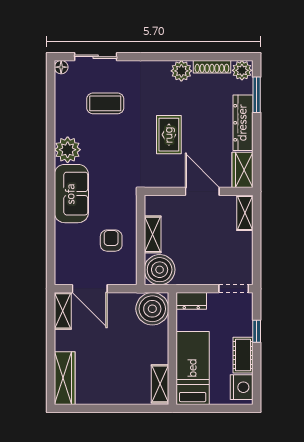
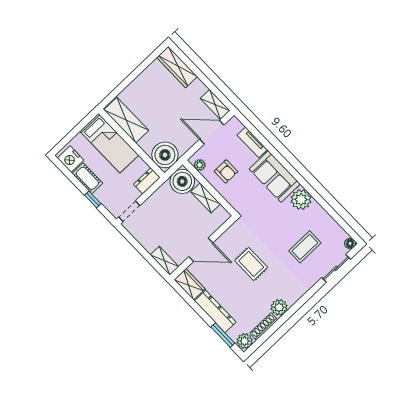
tv unit: (62, 244) -> (252, 142), added
plant: (129, 269) -> (200, 165), added
shelving: (160, 384) -> (126, 120), width x1.50, depth x1.33

